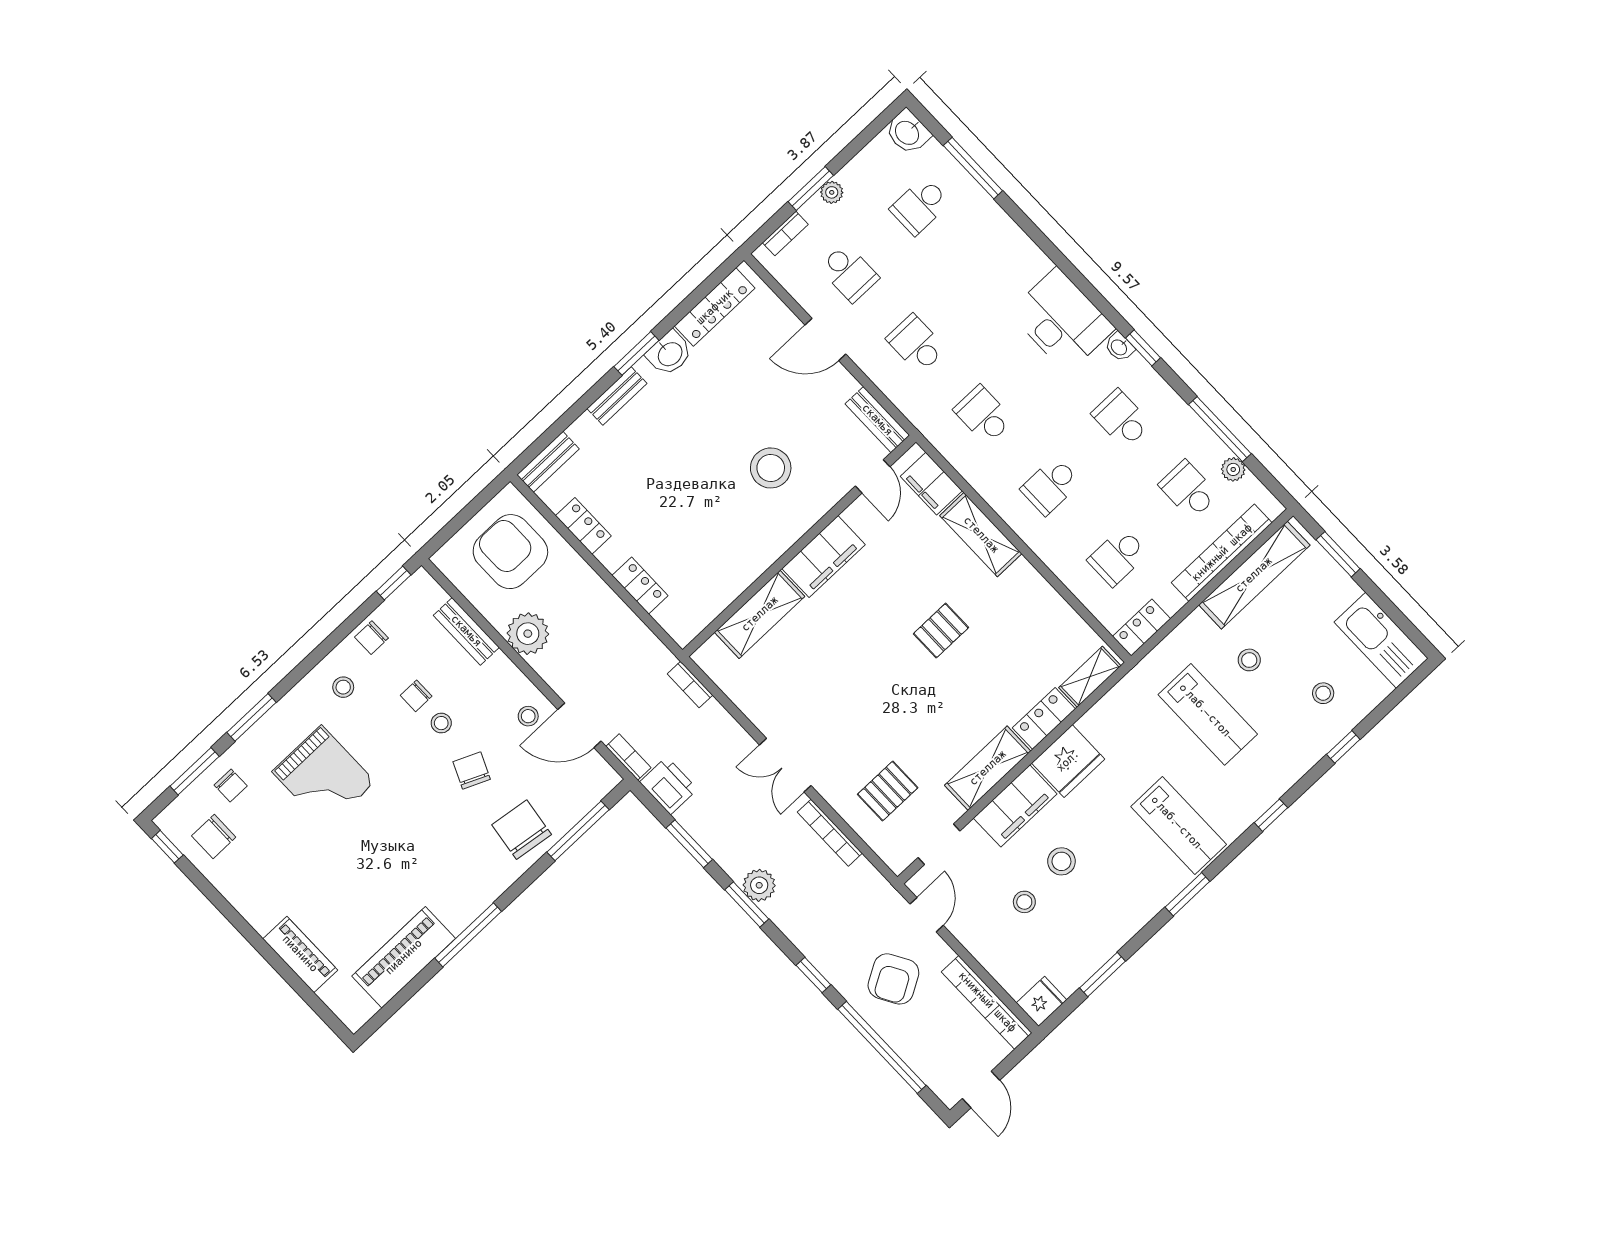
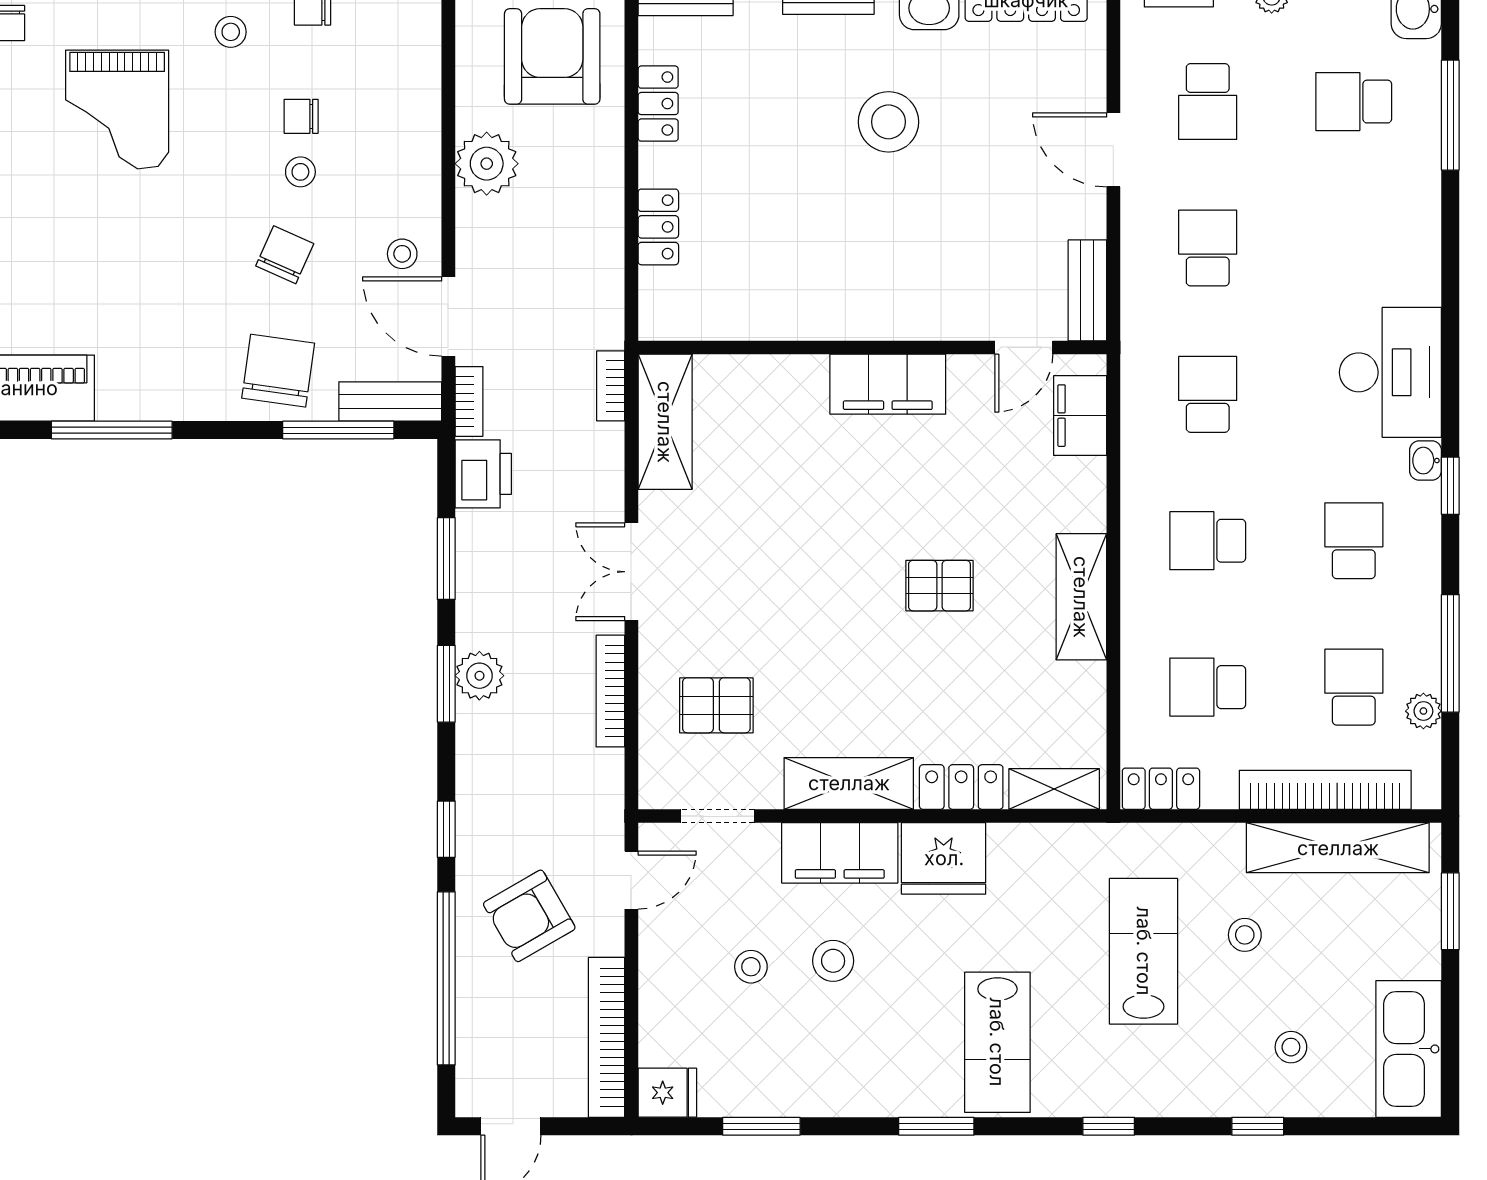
stool: (771, 468) -> (889, 122), moved
shelving: (981, 535) -> (1081, 597), moved
shelving: (760, 614) -> (665, 422), moved, turned 90
bench: (466, 631) -> (390, 401), moved, turned 90
lab bench: (1208, 714) -> (1144, 951), turned 180

